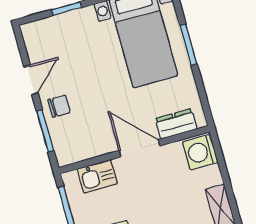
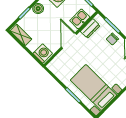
dresser: (176, 124) -> (90, 28), moved
door: (140, 148) -> (69, 41), swing flipped

